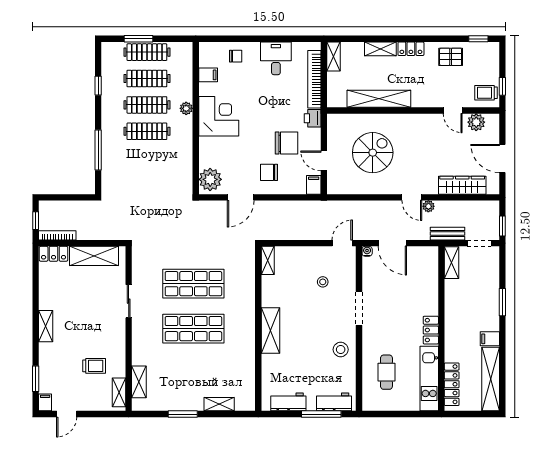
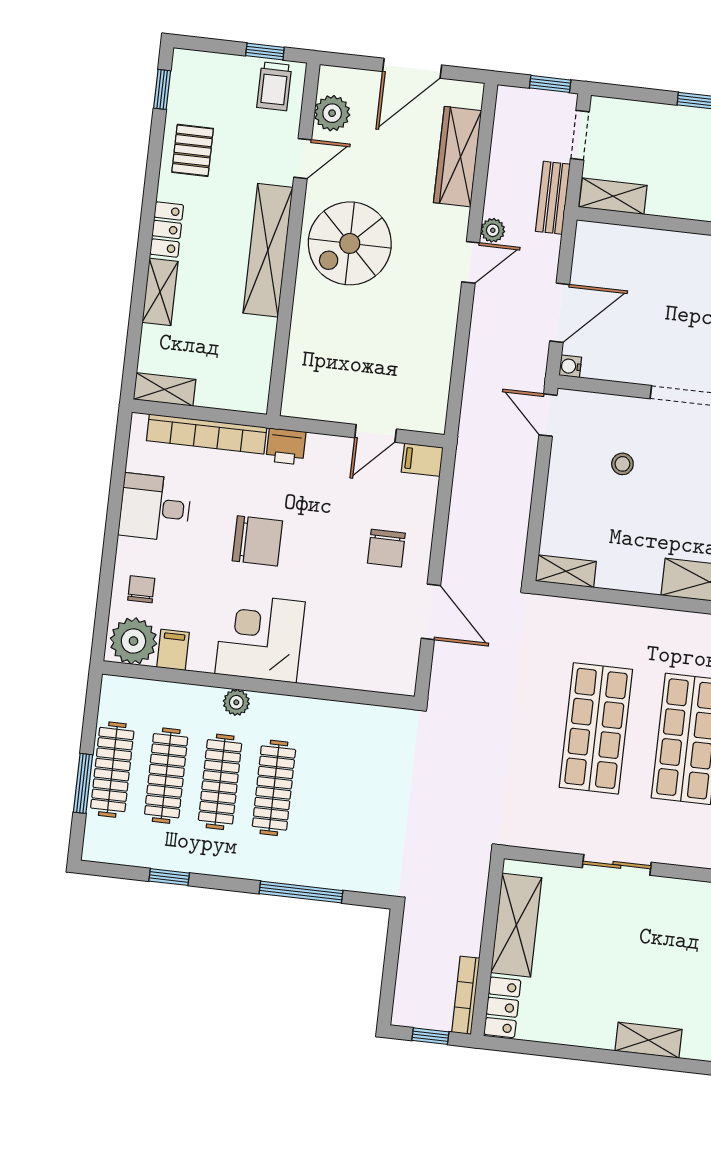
shelving: (379, 99) -> (268, 250), moved
chair: (286, 143) -> (257, 541), moved, turned 90
spiral stairs: (373, 153) -> (350, 243), moved, turned -90
plant: (210, 179) -> (133, 641), moved

